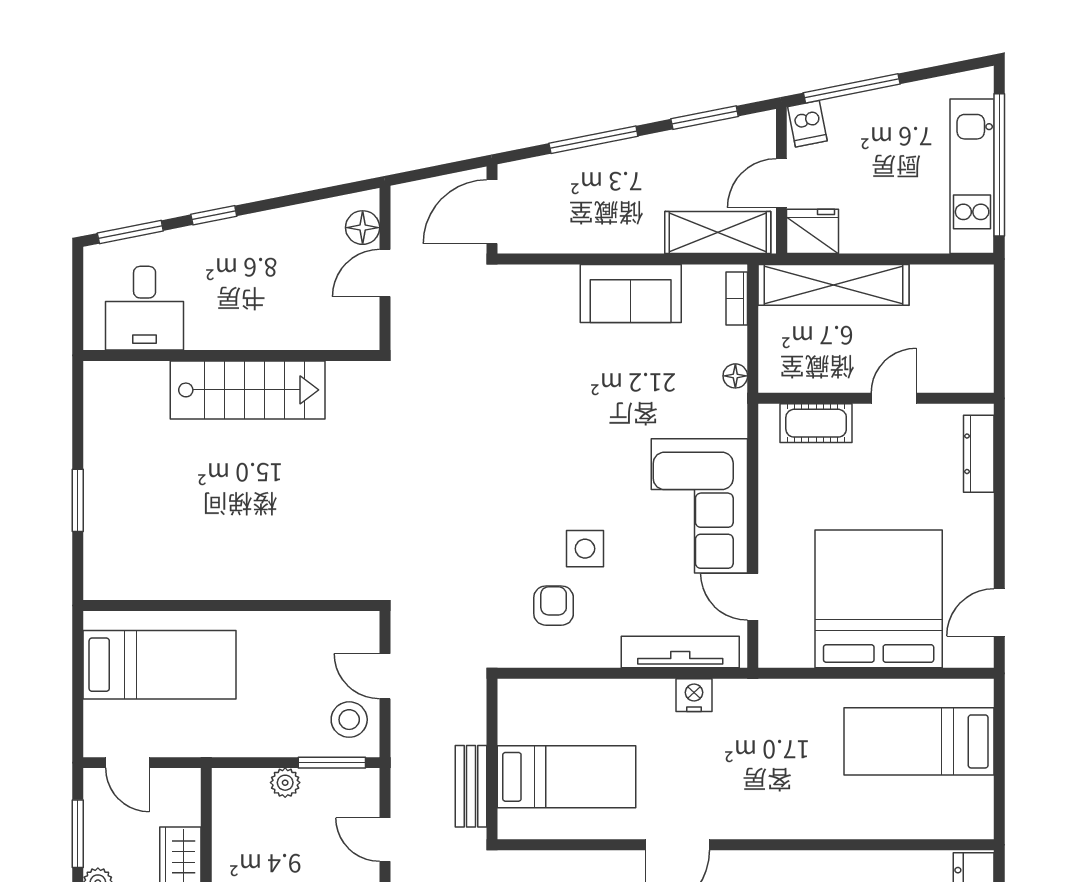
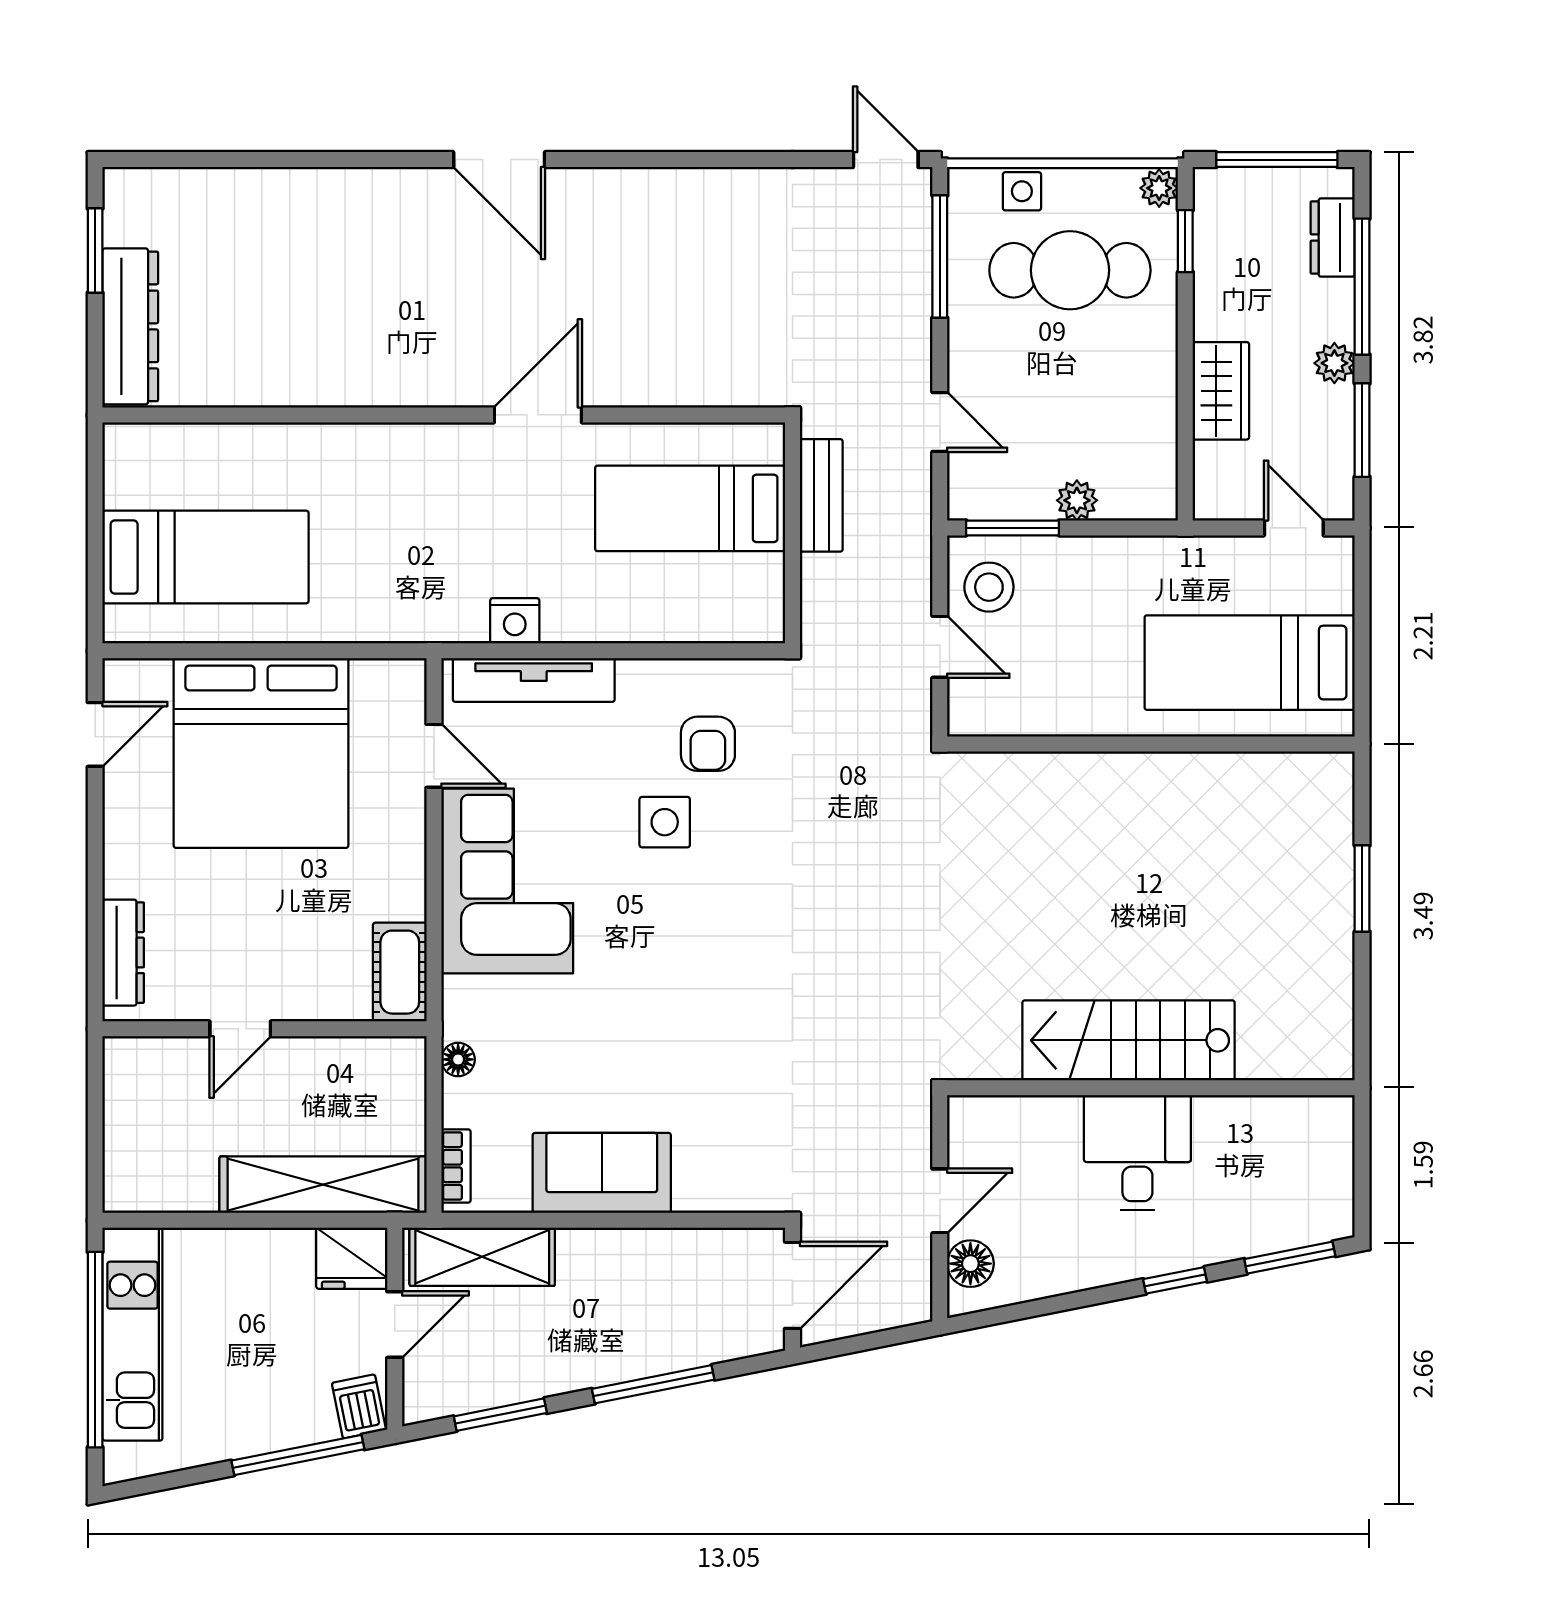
desk: (145, 308) -> (1137, 1153), moved
cot: (816, 423) -> (400, 972), moved, turned 90

